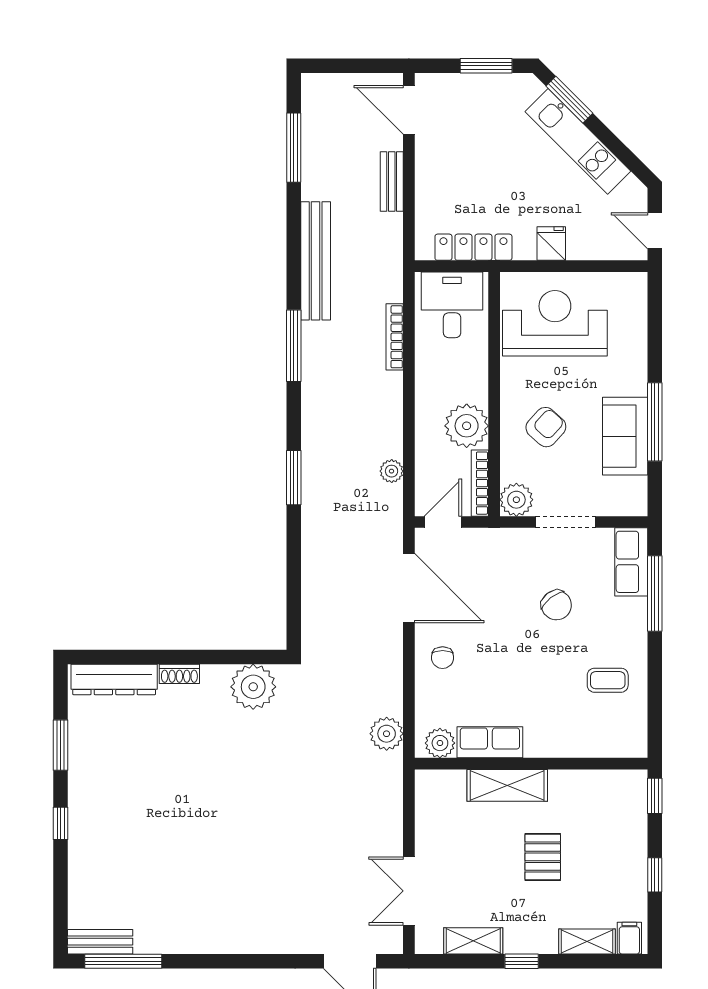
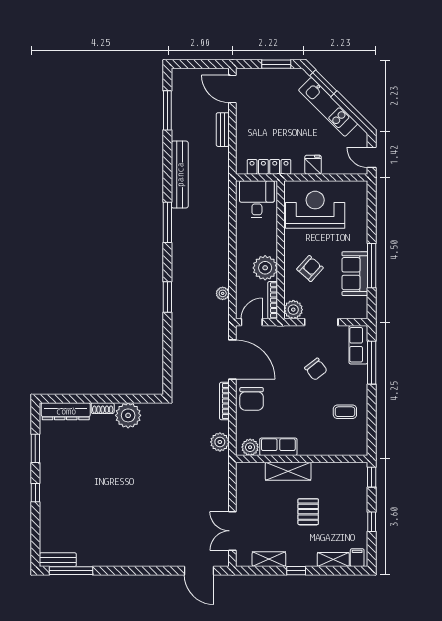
bookcase: (395, 337) -> (224, 401), moved
chair: (443, 658) -> (252, 399), width x1.87, depth x1.87
plant: (253, 687) -> (128, 415), moved

